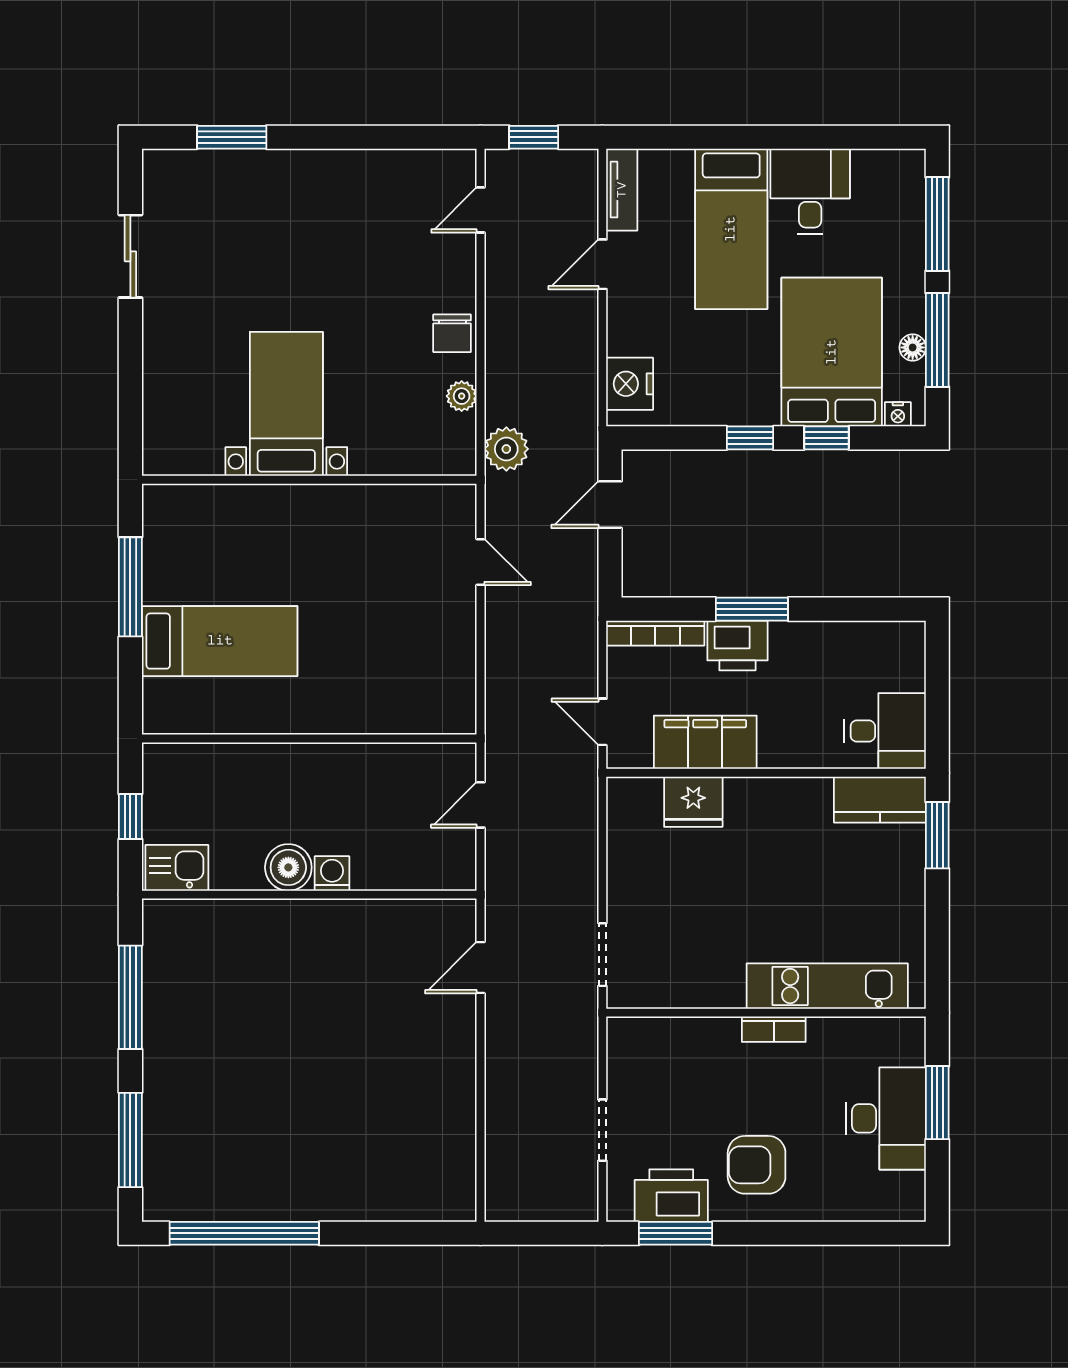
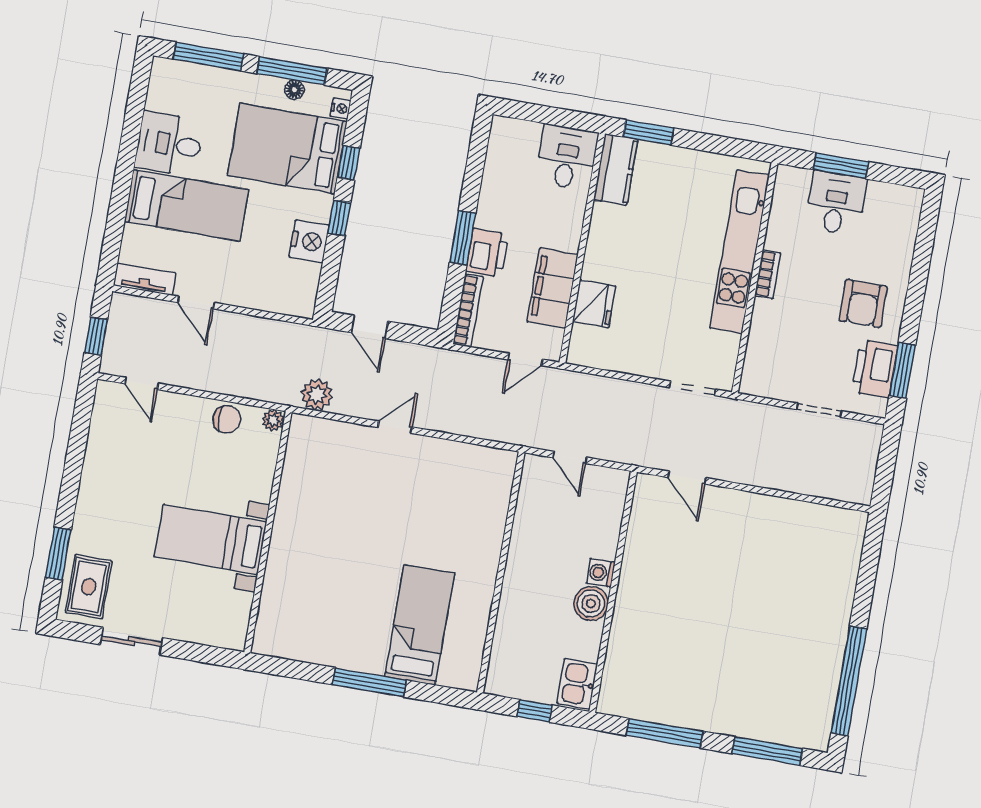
rug: (194, 186) -> (89, 587), added
nightstand: (630, 384) -> (309, 241), moved, turned -90
bed with nightstands: (286, 404) -> (210, 539), moved
wall: (309, 480) -> (268, 532), moved
kitchen unit: (827, 986) -> (740, 252), width x1.36
desk: (886, 1118) -> (836, 203), width x0.73

